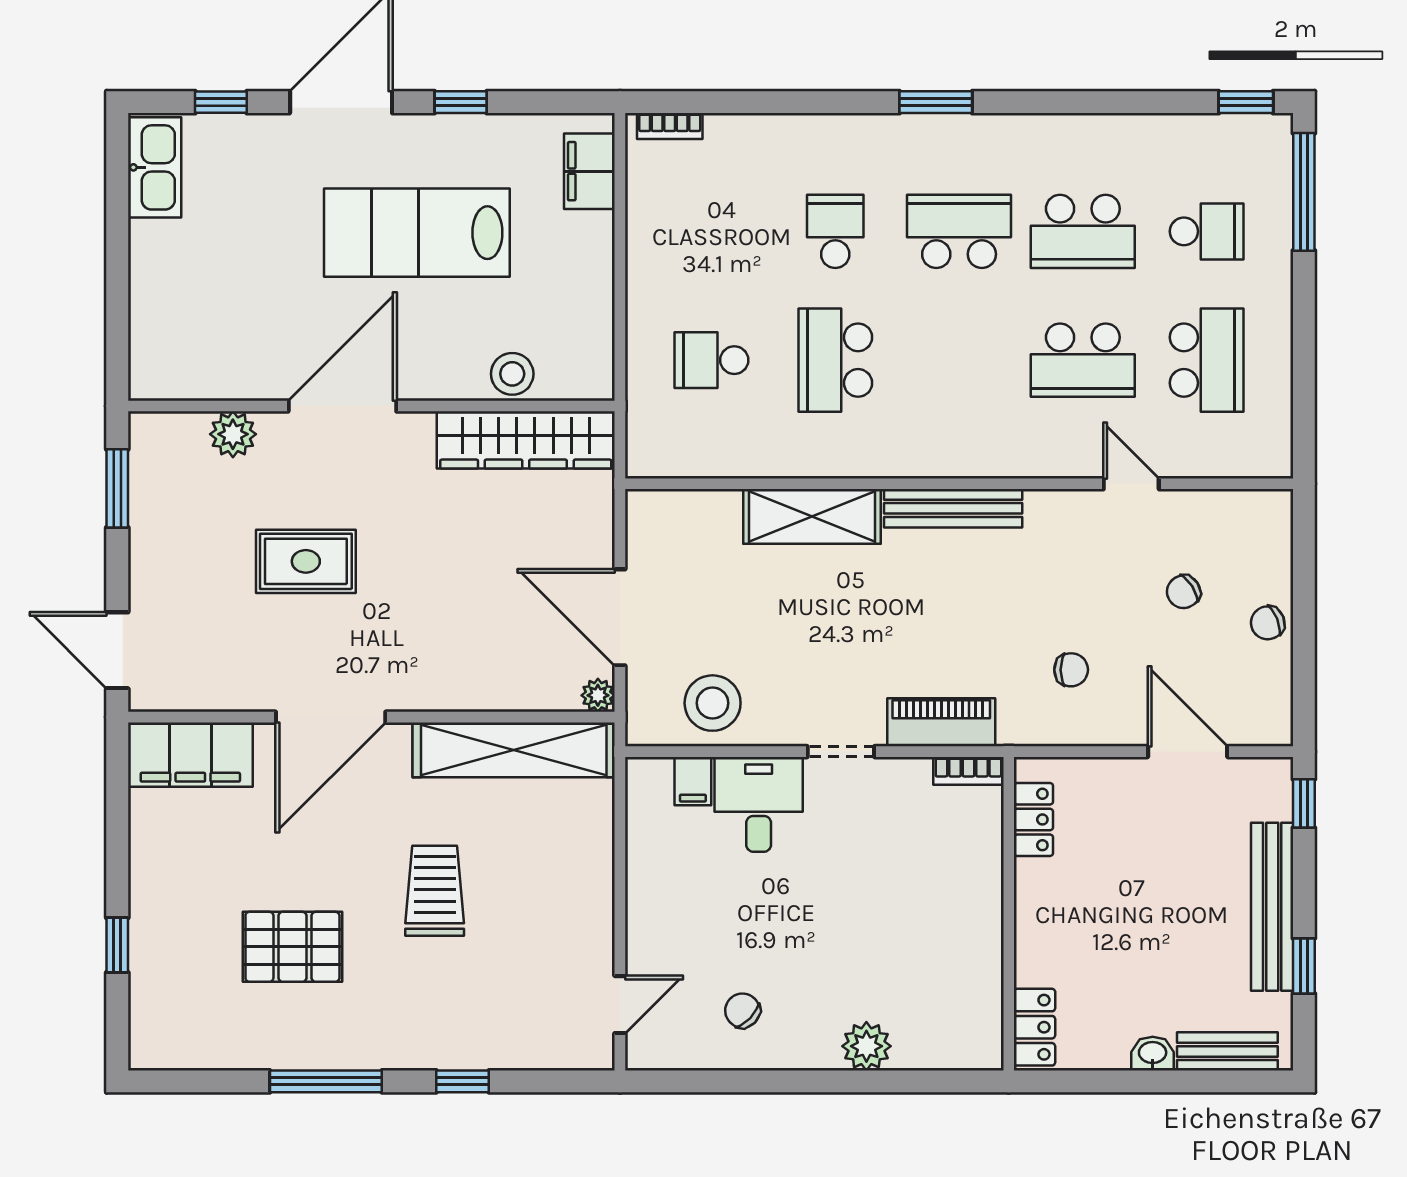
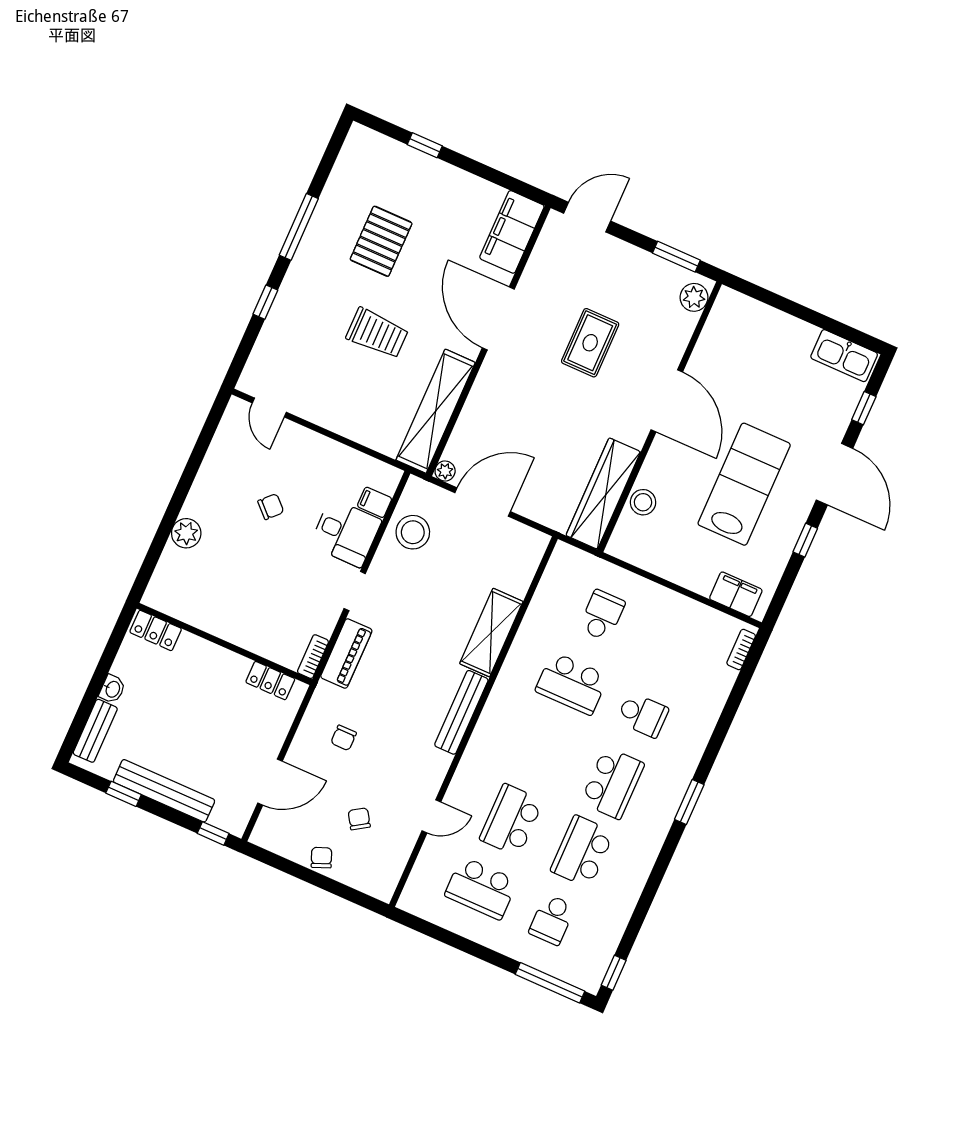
school desk: (835, 360) -> (572, 684), turned 180
plant: (233, 434) -> (694, 297), moved
chair: (742, 1011) -> (271, 507), moved

